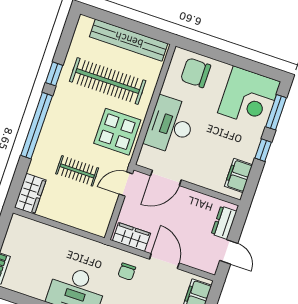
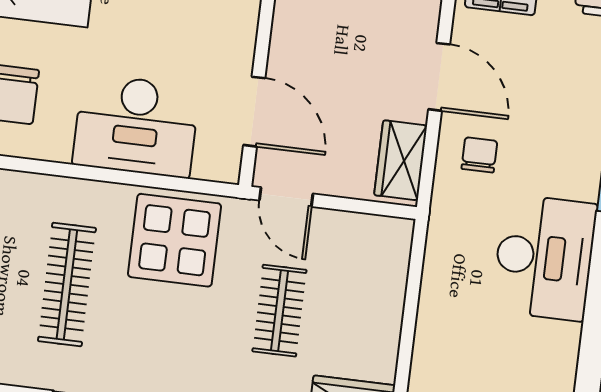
clothes rail: (108, 81) -> (67, 285), width x0.73, depth x0.76
door: (164, 261) -> (439, 77), swing flipped
chair: (127, 272) -> (479, 155), turned -90

